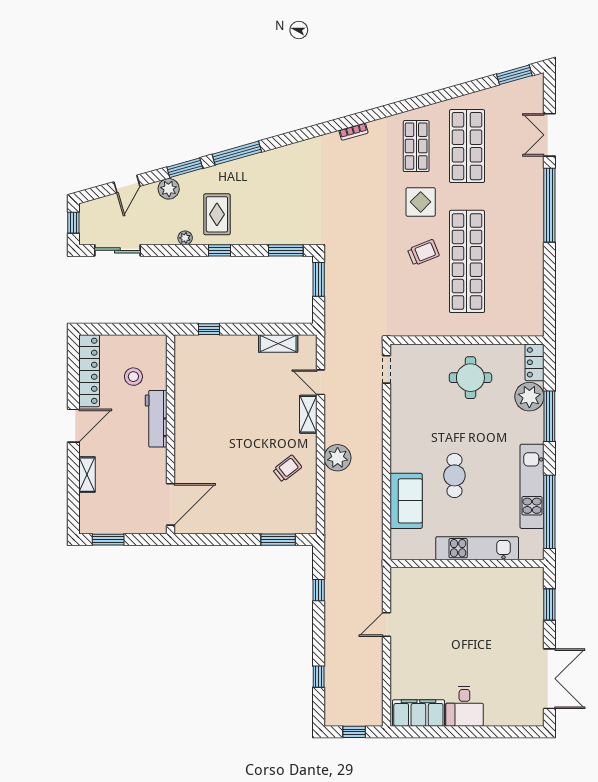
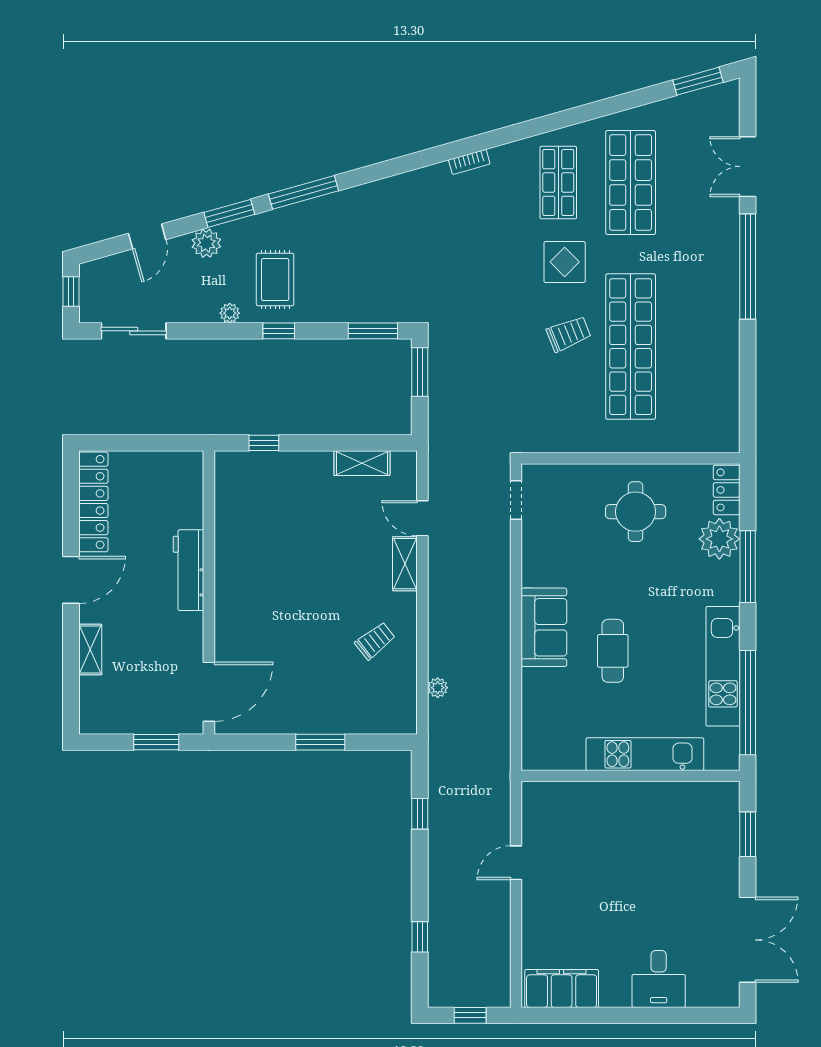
stool: (133, 377) -> (156, 510), removed
plant: (338, 458) -> (438, 688), moved, width x0.53, depth x0.53
sofa: (406, 501) -> (544, 627), moved
window: (108, 540) -> (156, 742), moved
window: (278, 540) -> (320, 742), moved
desk: (464, 706) -> (659, 979), moved

